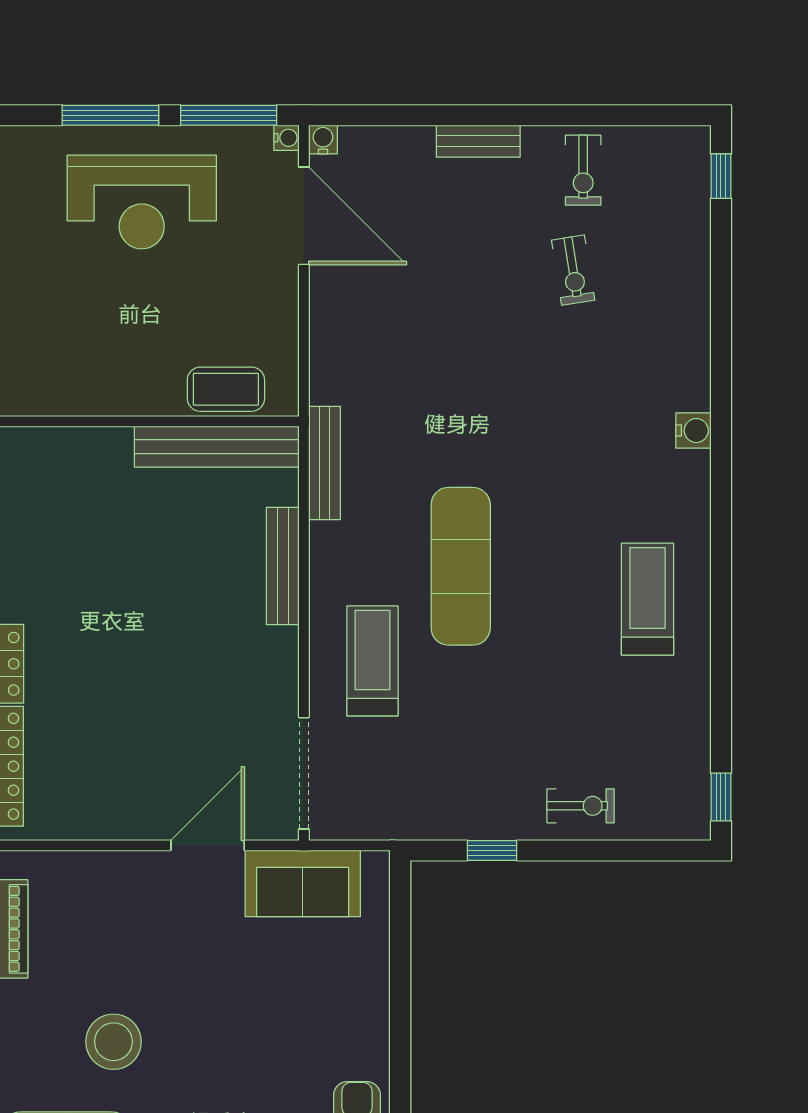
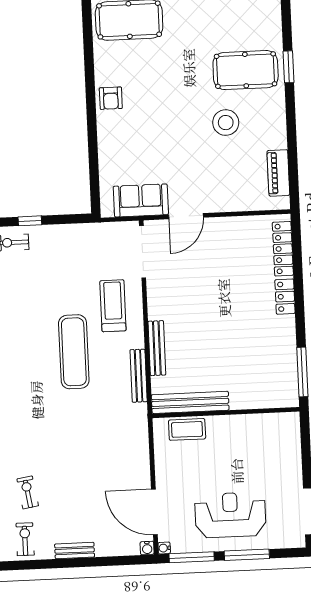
bench: (324, 463) -> (139, 376), moved
treadmill: (373, 661) -> (113, 306), turned 180
window: (492, 850) -> (30, 221), moved

